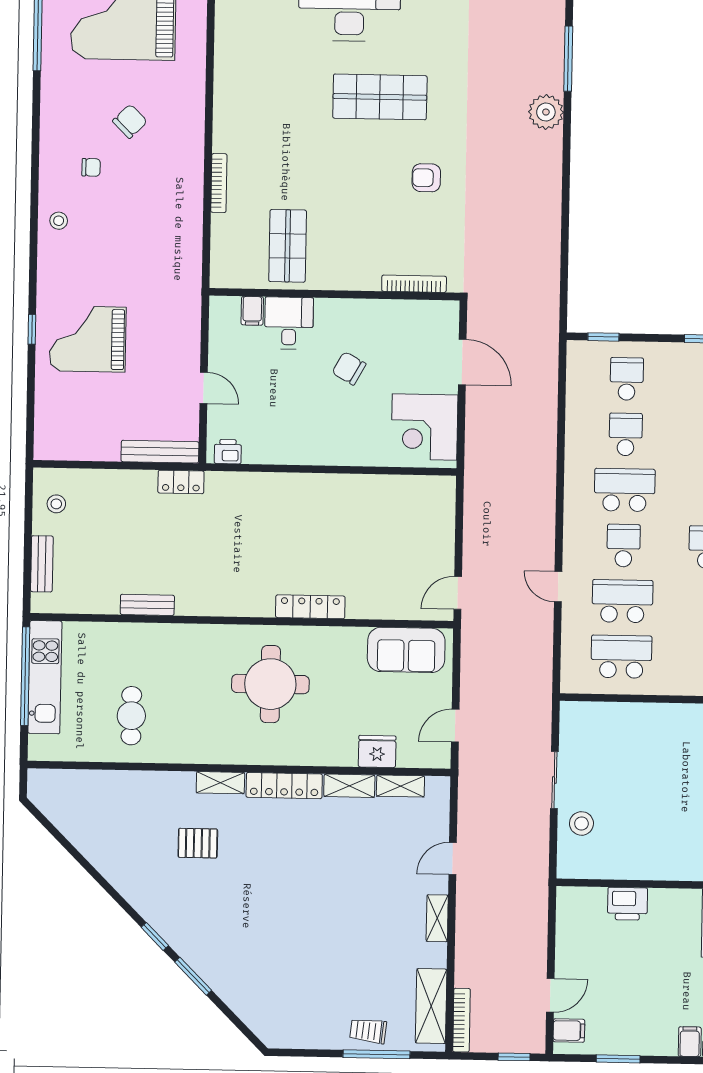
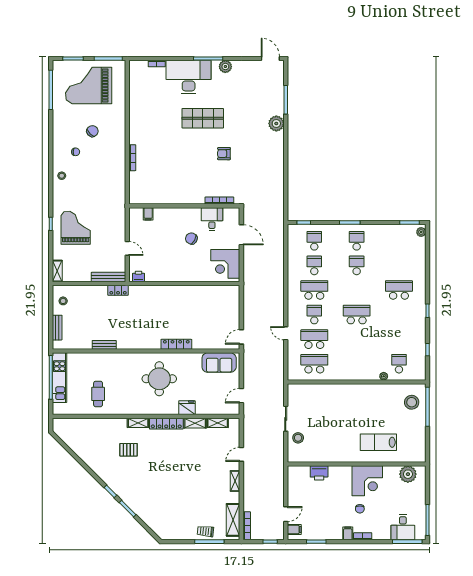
shop shelf: (288, 246) -> (163, 185), removed
desk: (289, 323) -> (212, 219), moved
grand piano: (88, 339) -> (76, 228), turned 90
shelving: (45, 436) -> (57, 271), added
fridge: (377, 751) -> (187, 408), moved

